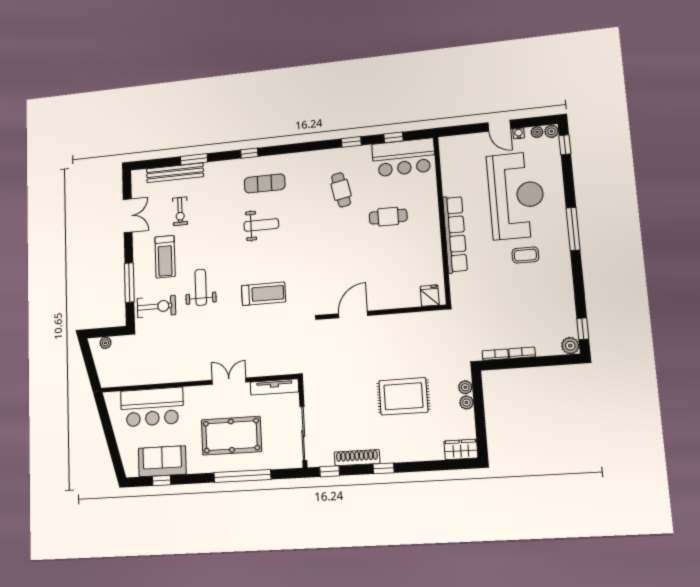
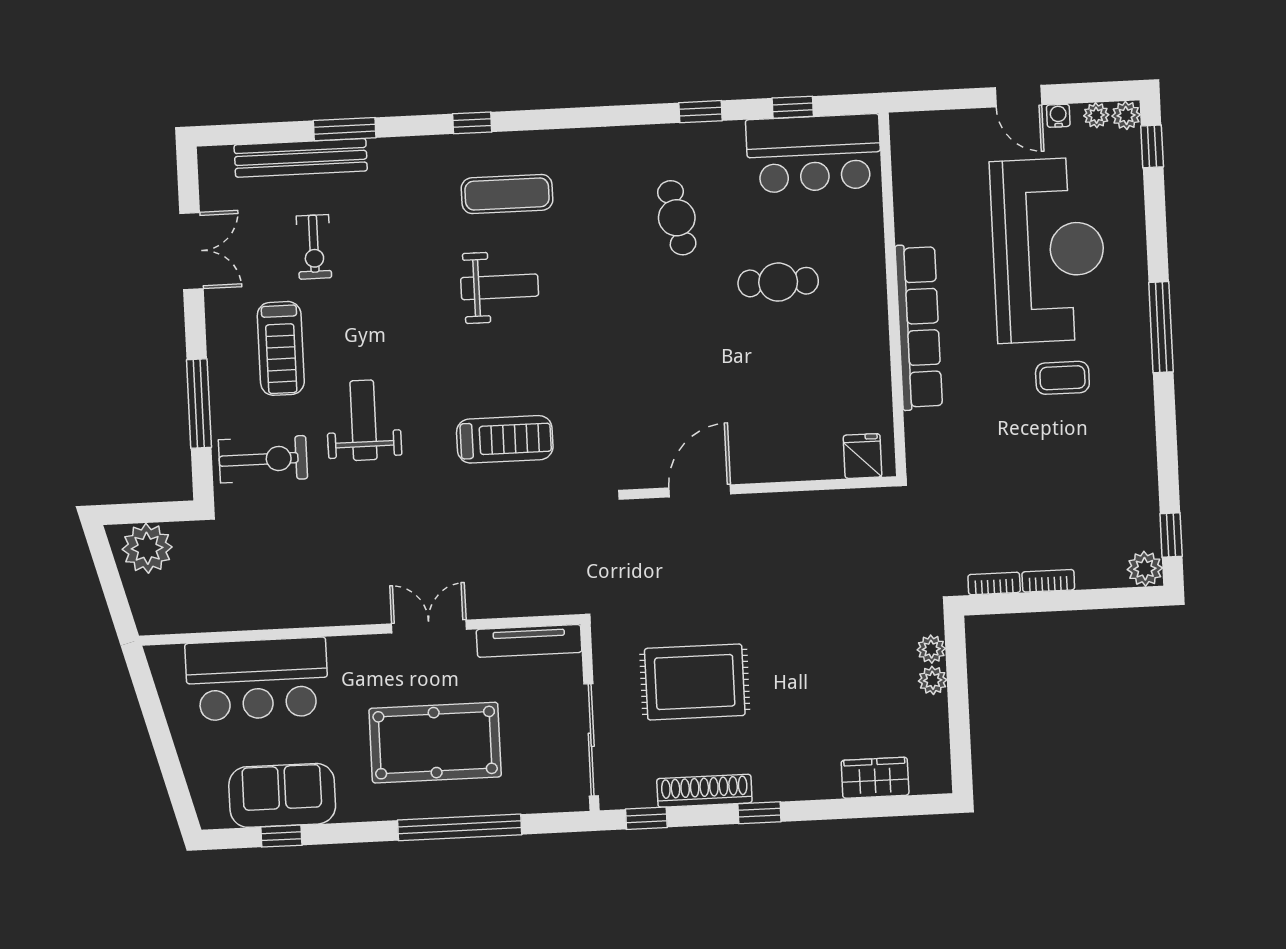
plant: (105, 343) -> (147, 548), width x1.87, depth x1.87
rug: (403, 396) -> (695, 682), moved
wardrobe: (461, 449) -> (875, 778), moved

